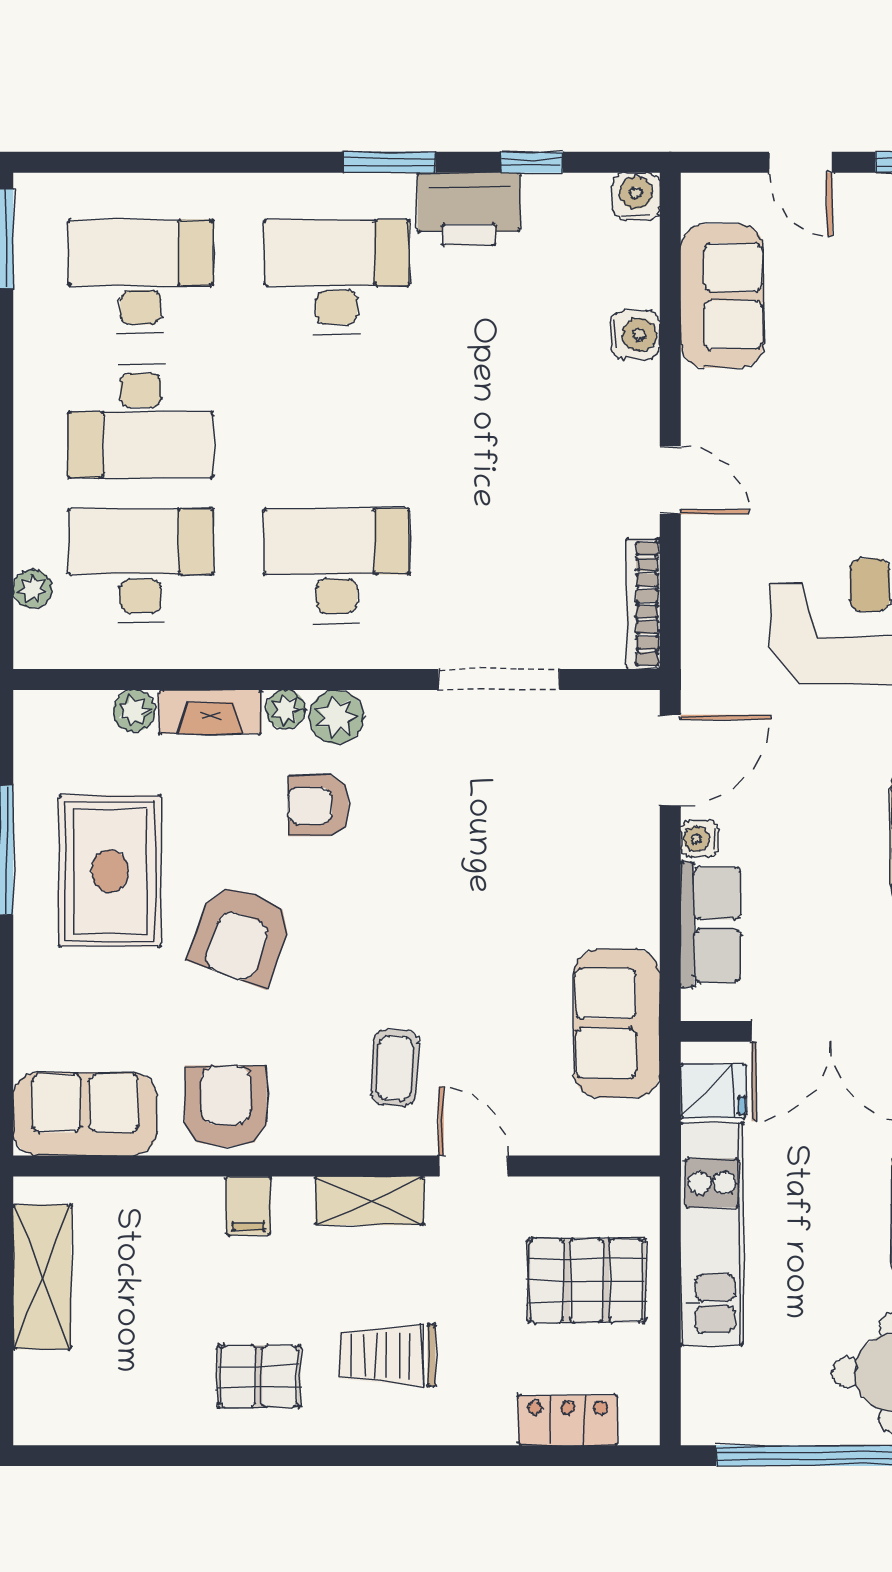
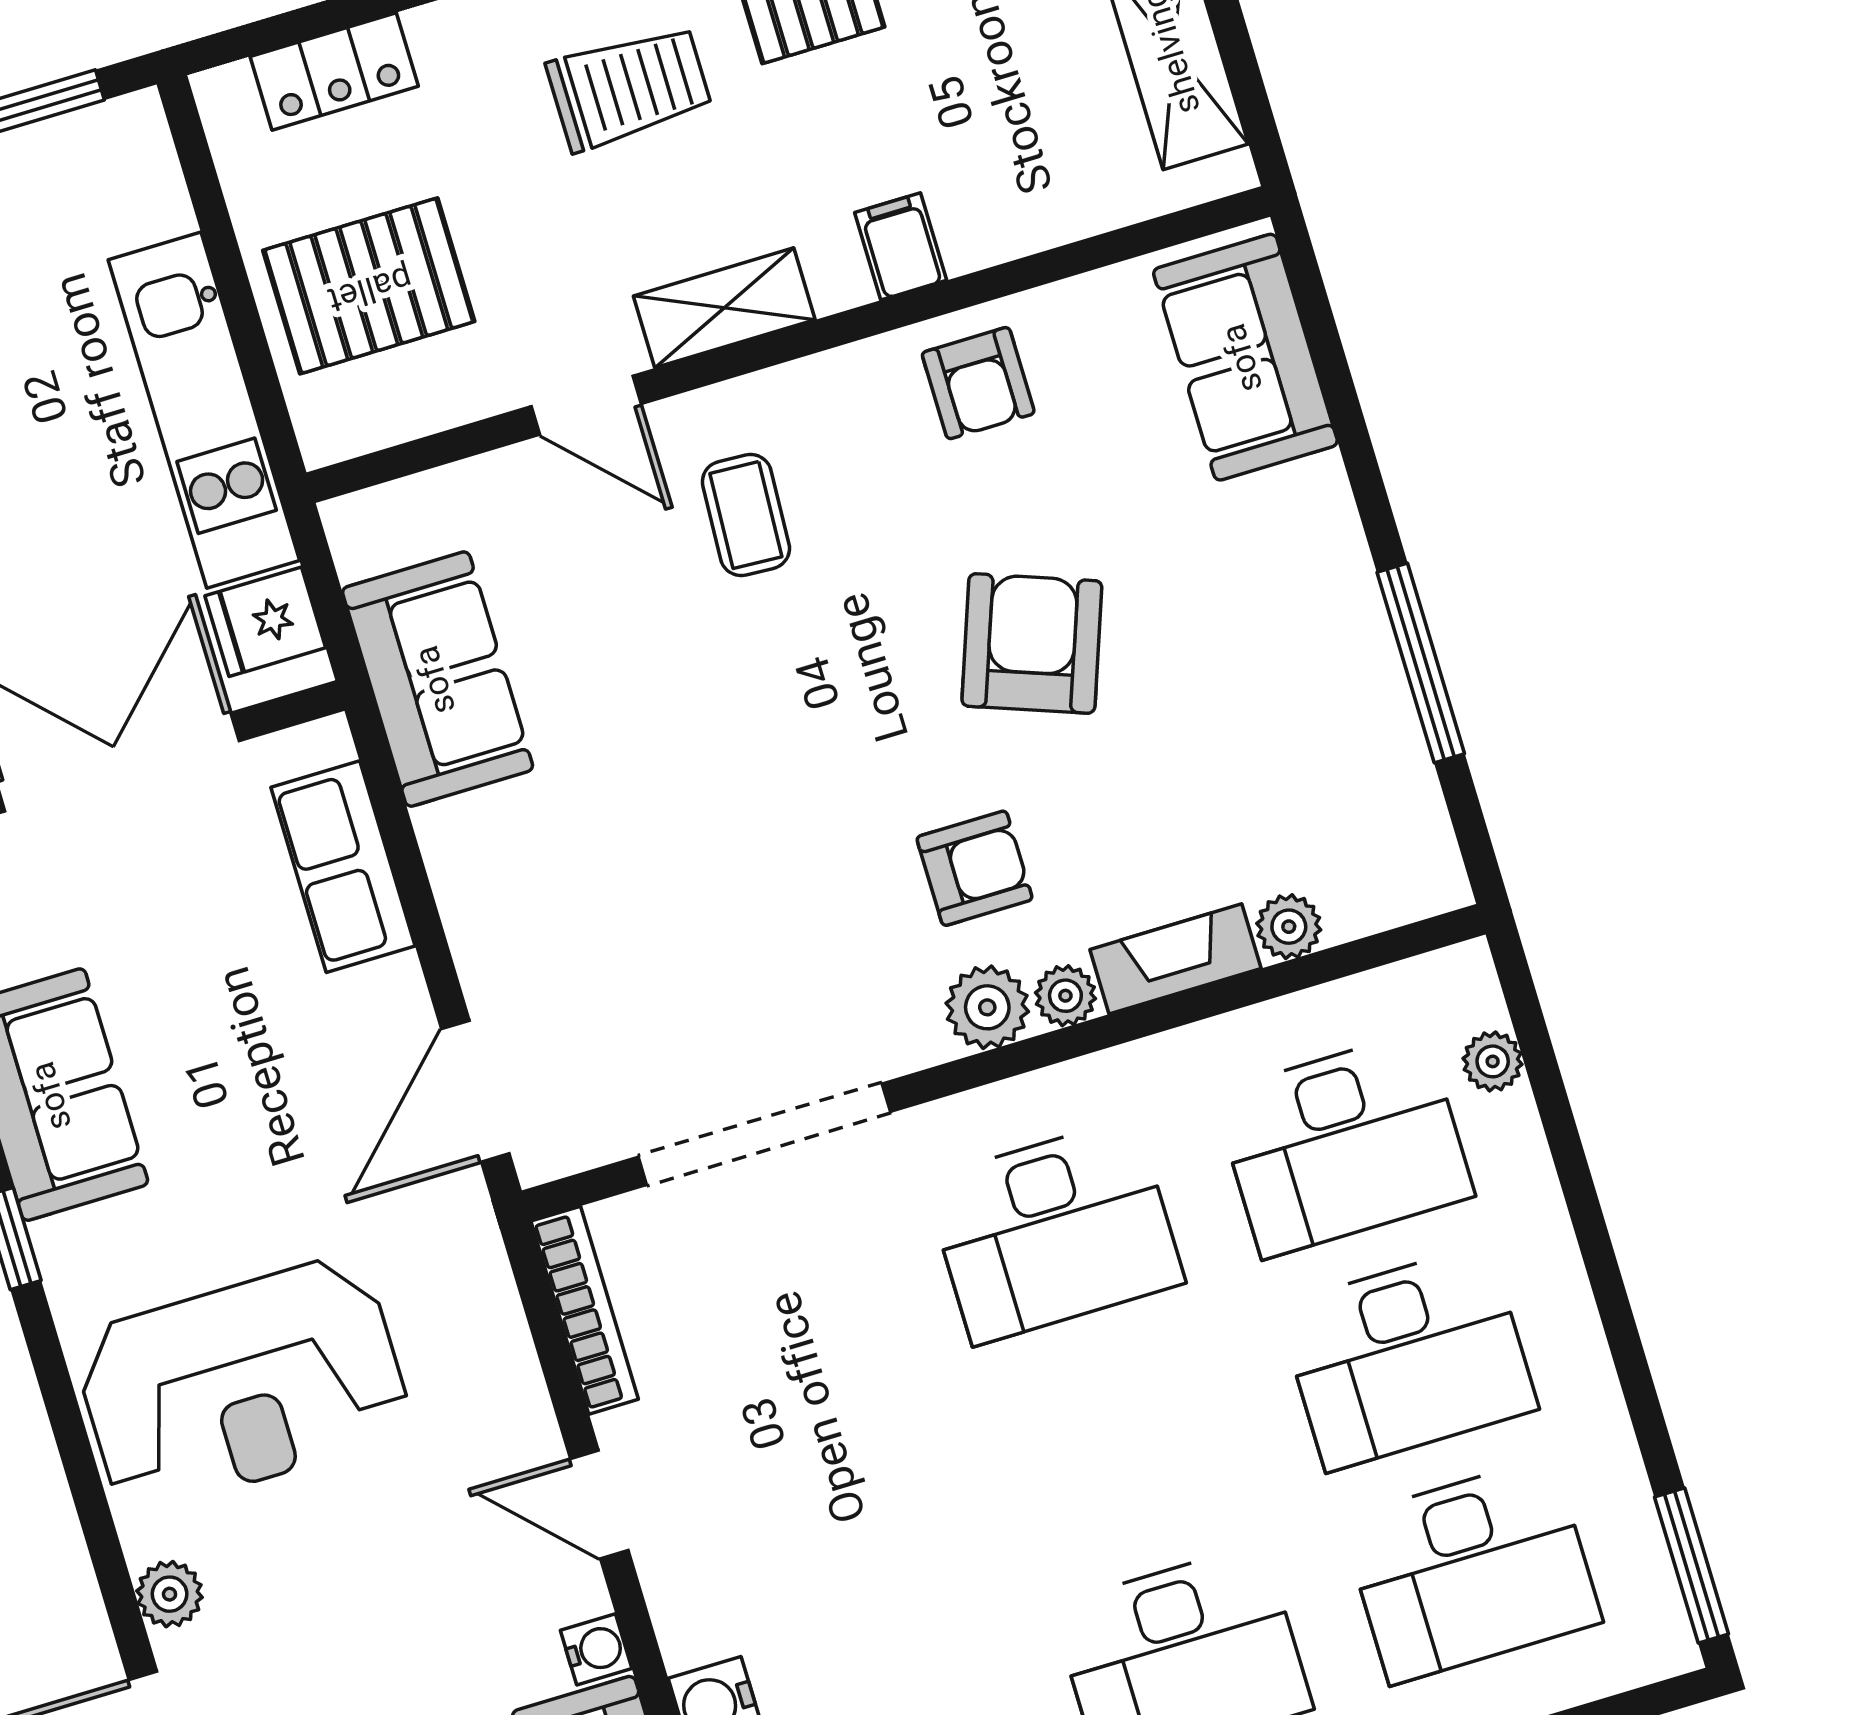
desk: (141, 421) -> (1408, 1358), turned 180
doorway: (499, 680) -> (764, 1134), width x1.36
water cooler: (699, 839) -> (596, 1649), moved
rug: (110, 871) -> (1253, 679), removed
armchair: (226, 1107) -> (978, 383), width x0.72, depth x0.72
sofa: (85, 1114) -> (1245, 357), moved, turned 90

